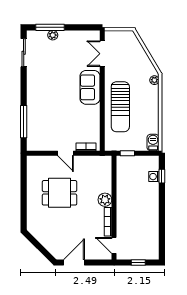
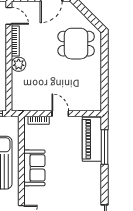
sofa: (90, 87) -> (34, 168), moved
piano: (36, 129) -> (92, 139), added
dining table: (59, 193) -> (76, 44), moved

